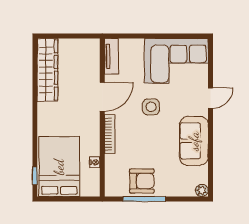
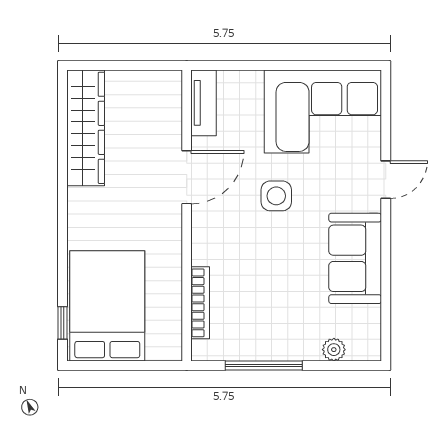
bookcase: (110, 134) -> (200, 303), moved
nightstand: (95, 162) -> (173, 298), removed
armchair: (142, 181) -> (259, 332), removed
plant: (202, 190) -> (334, 350), moved

